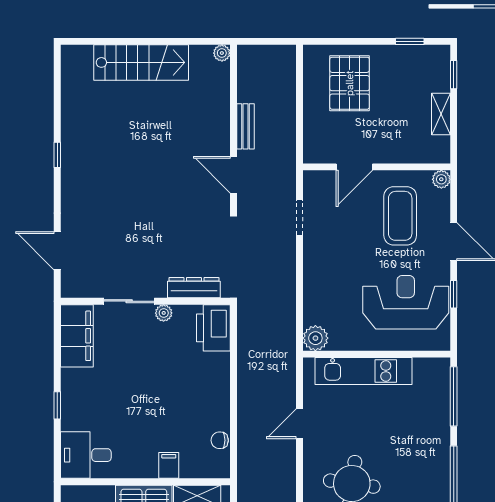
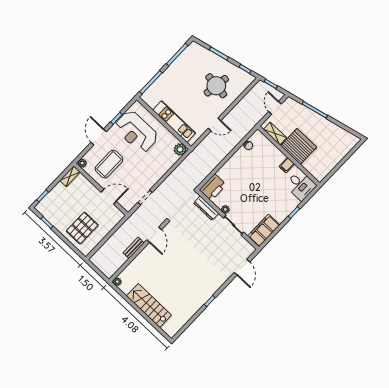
shelving: (441, 114) -> (70, 176), moved
filing cabinet: (169, 465) -> (287, 165), moved

